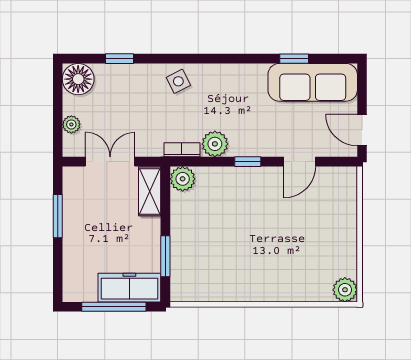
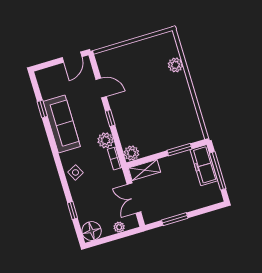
sofa: (313, 82) -> (62, 124), moved
plant: (345, 290) -> (175, 65), moved

